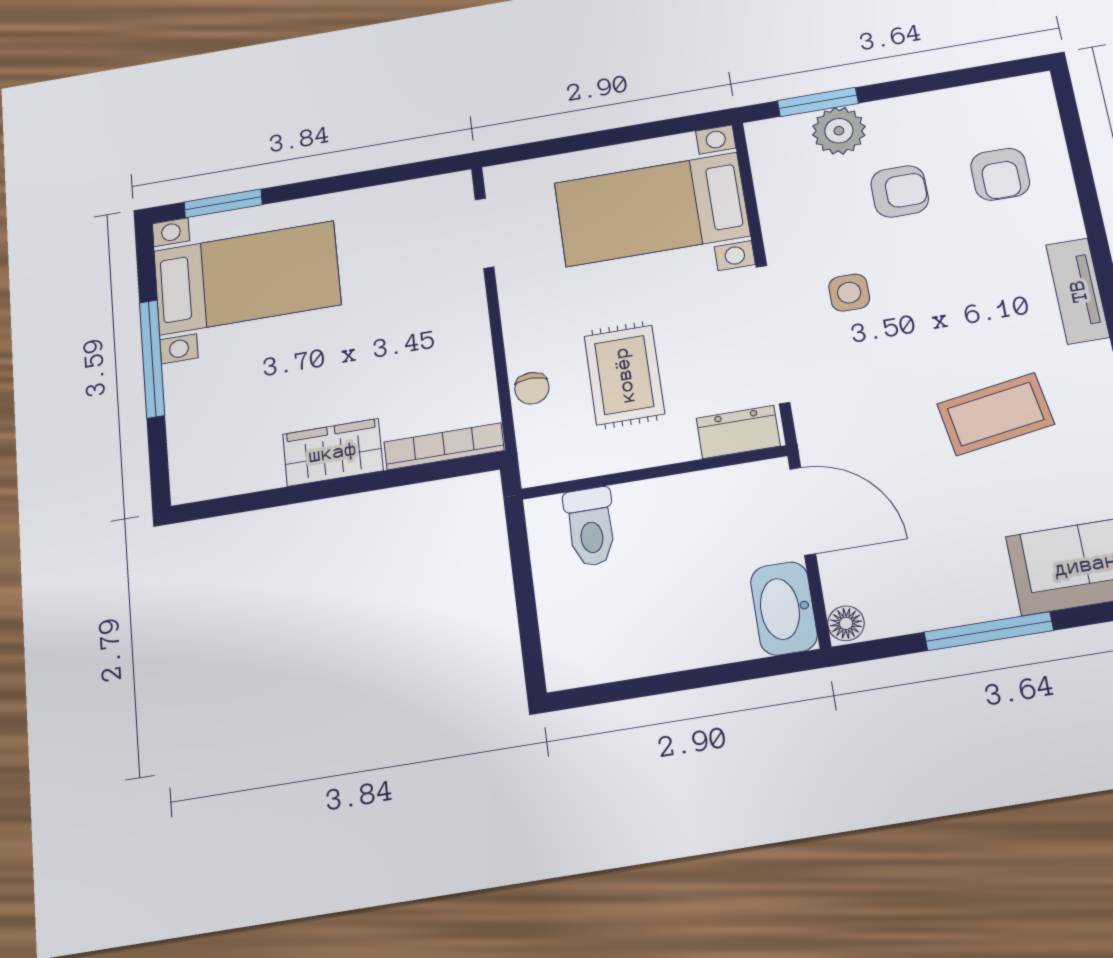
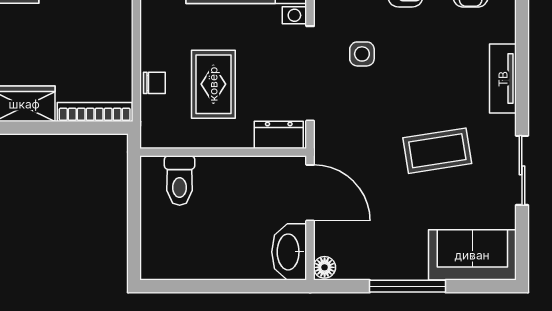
chair: (532, 388) -> (154, 83), turned -90

